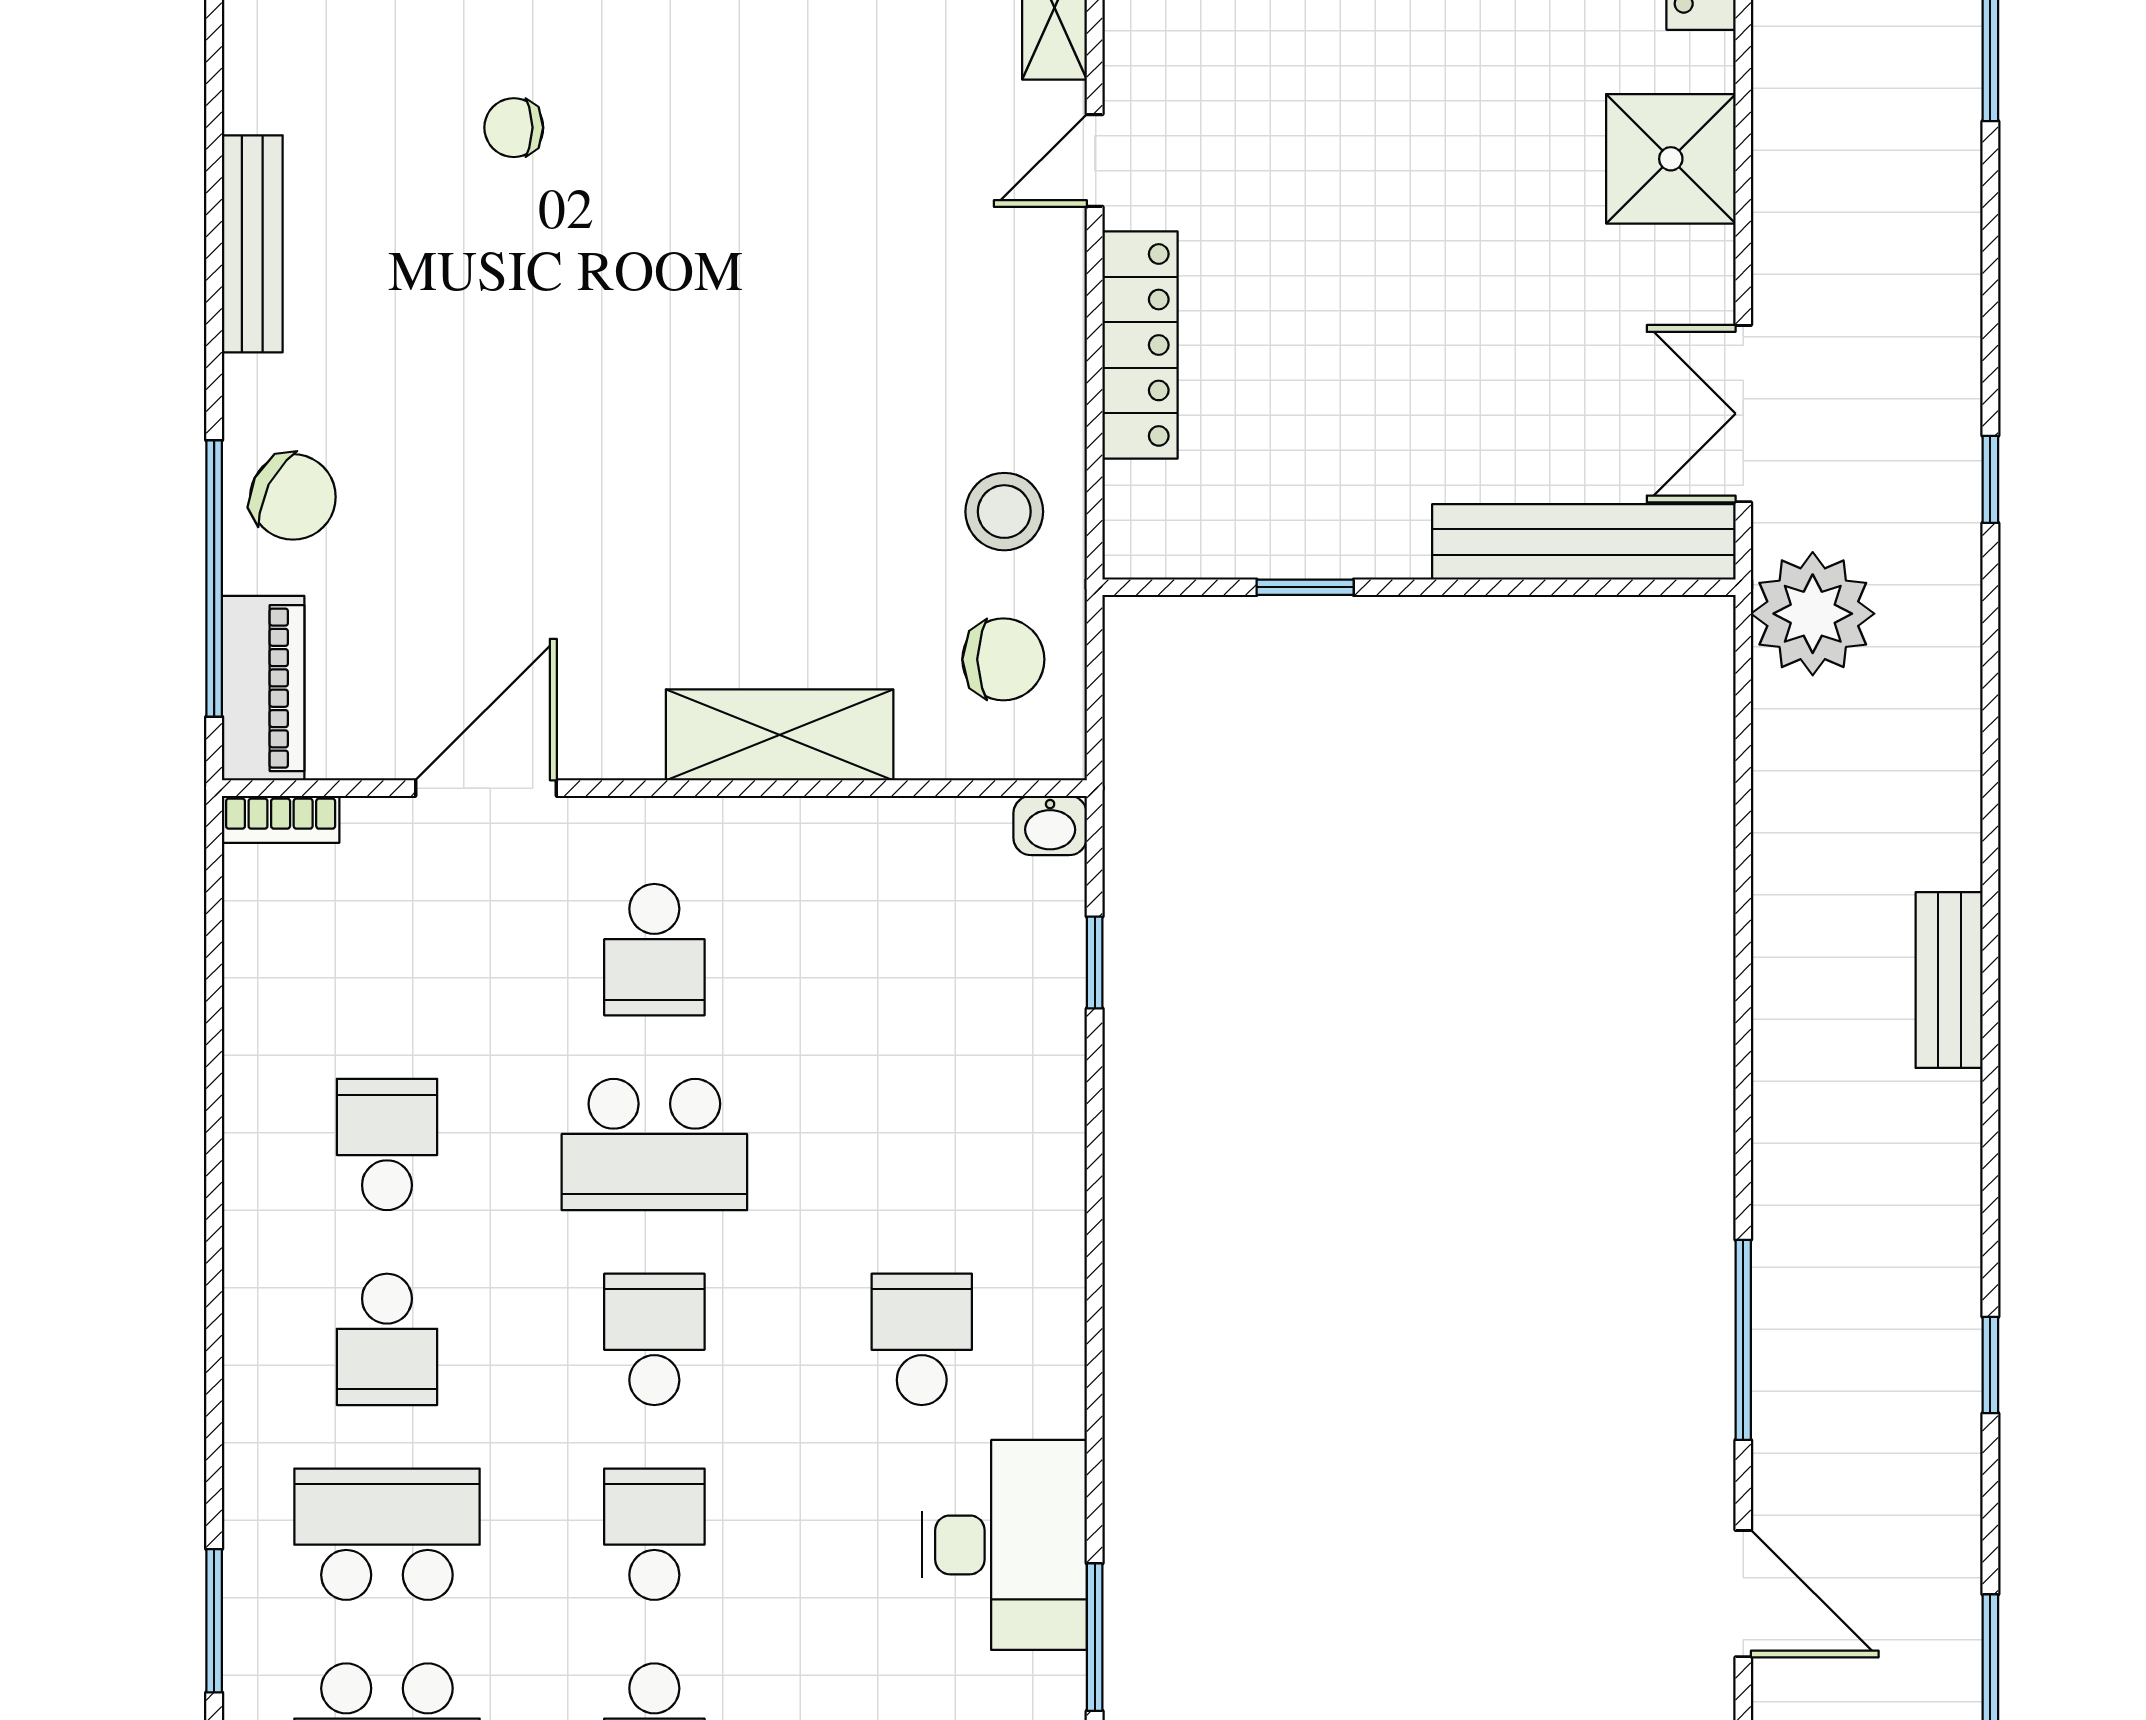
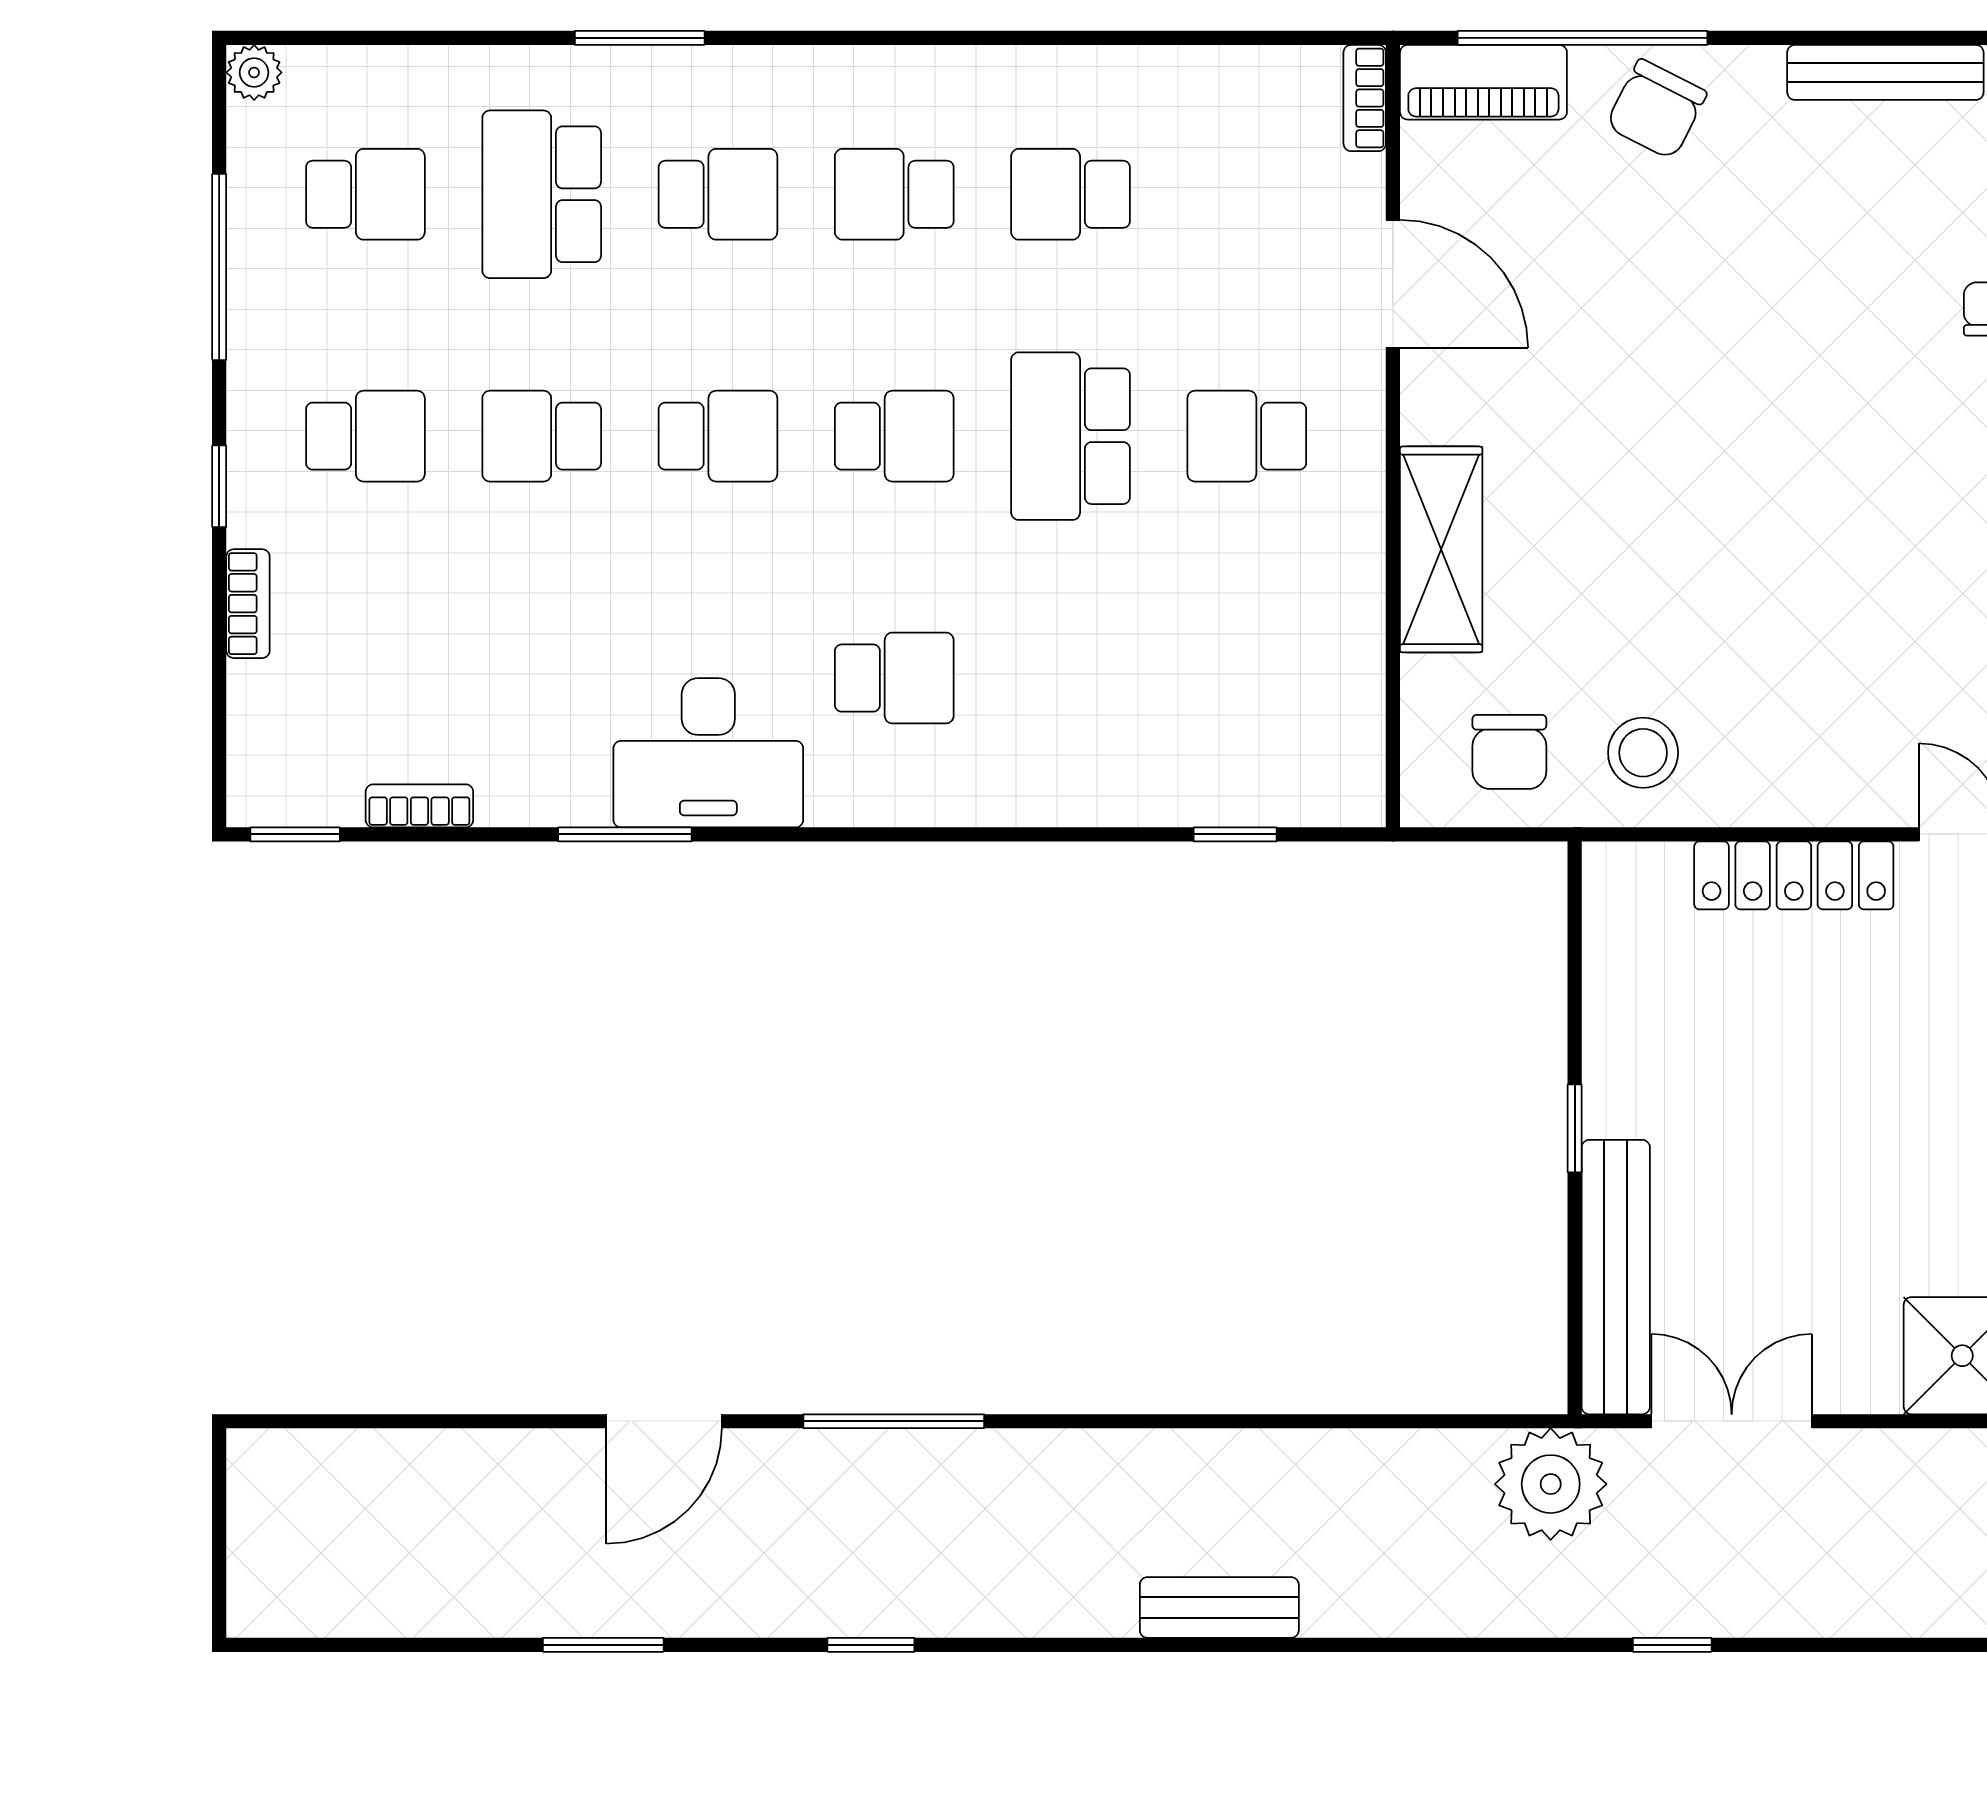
window: (1305, 587) -> (1575, 1128), moved
washbasin: (1050, 825) -> (1359, 794), removed
school desk: (387, 1145) -> (1071, 194), turned 180
school desk: (387, 1534) -> (718, 194), width x0.54

